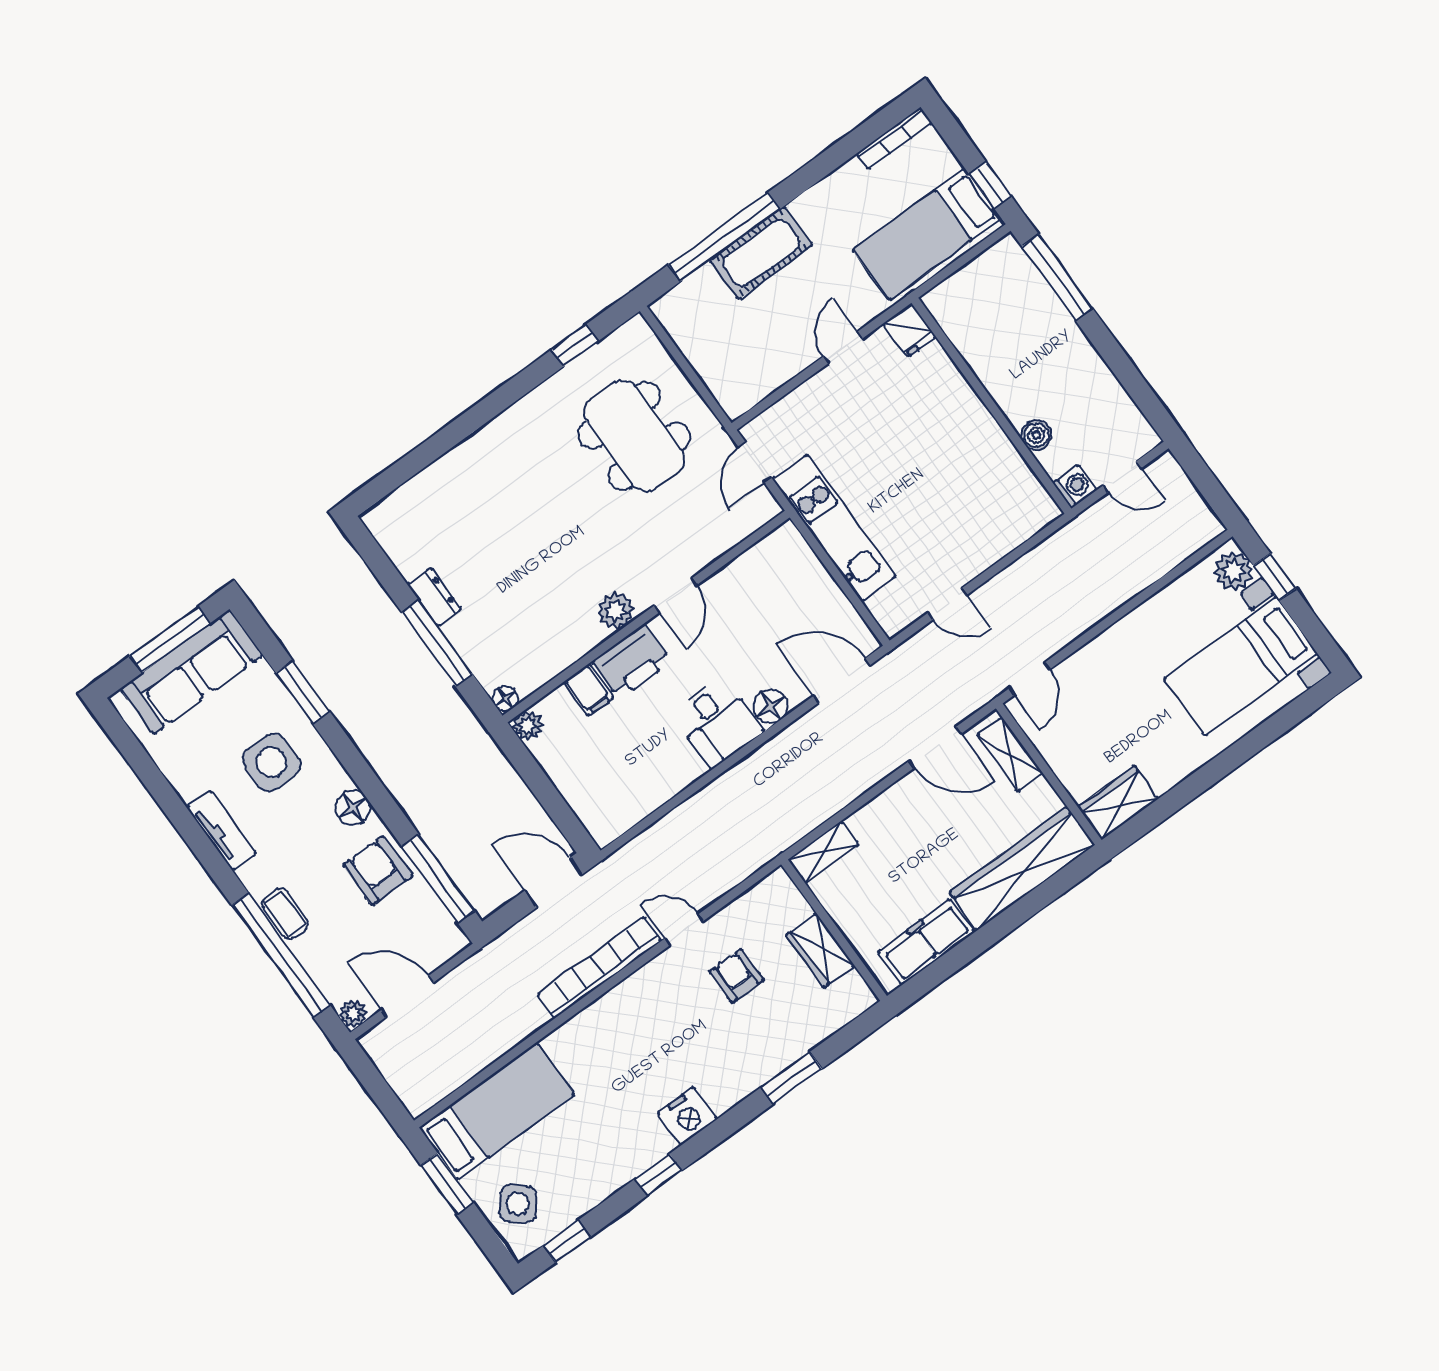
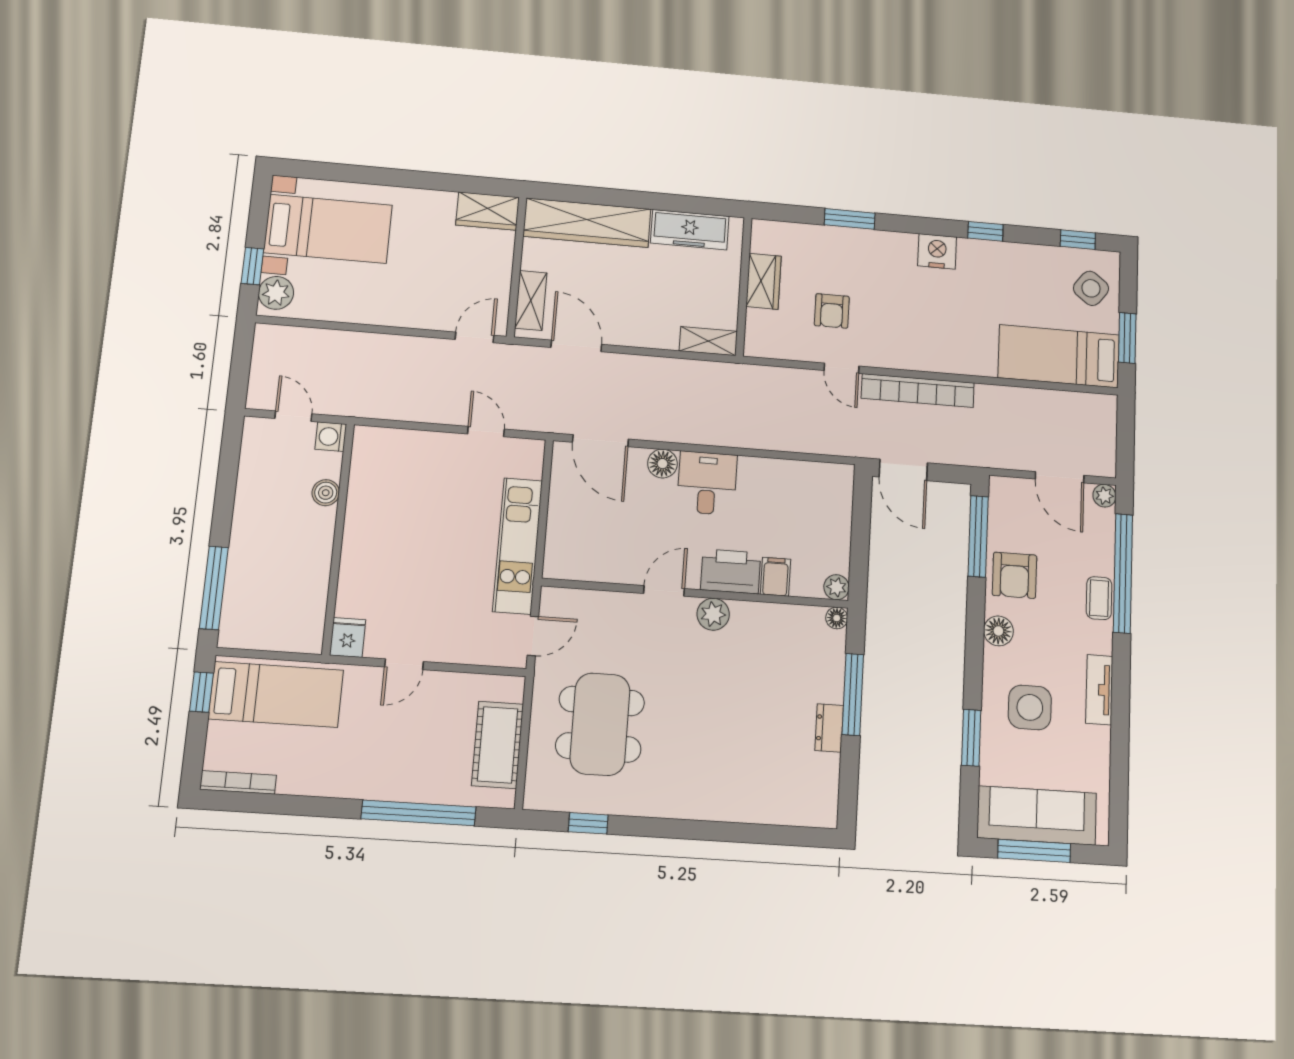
cot: (761, 253) -> (498, 745), moved, turned 90

